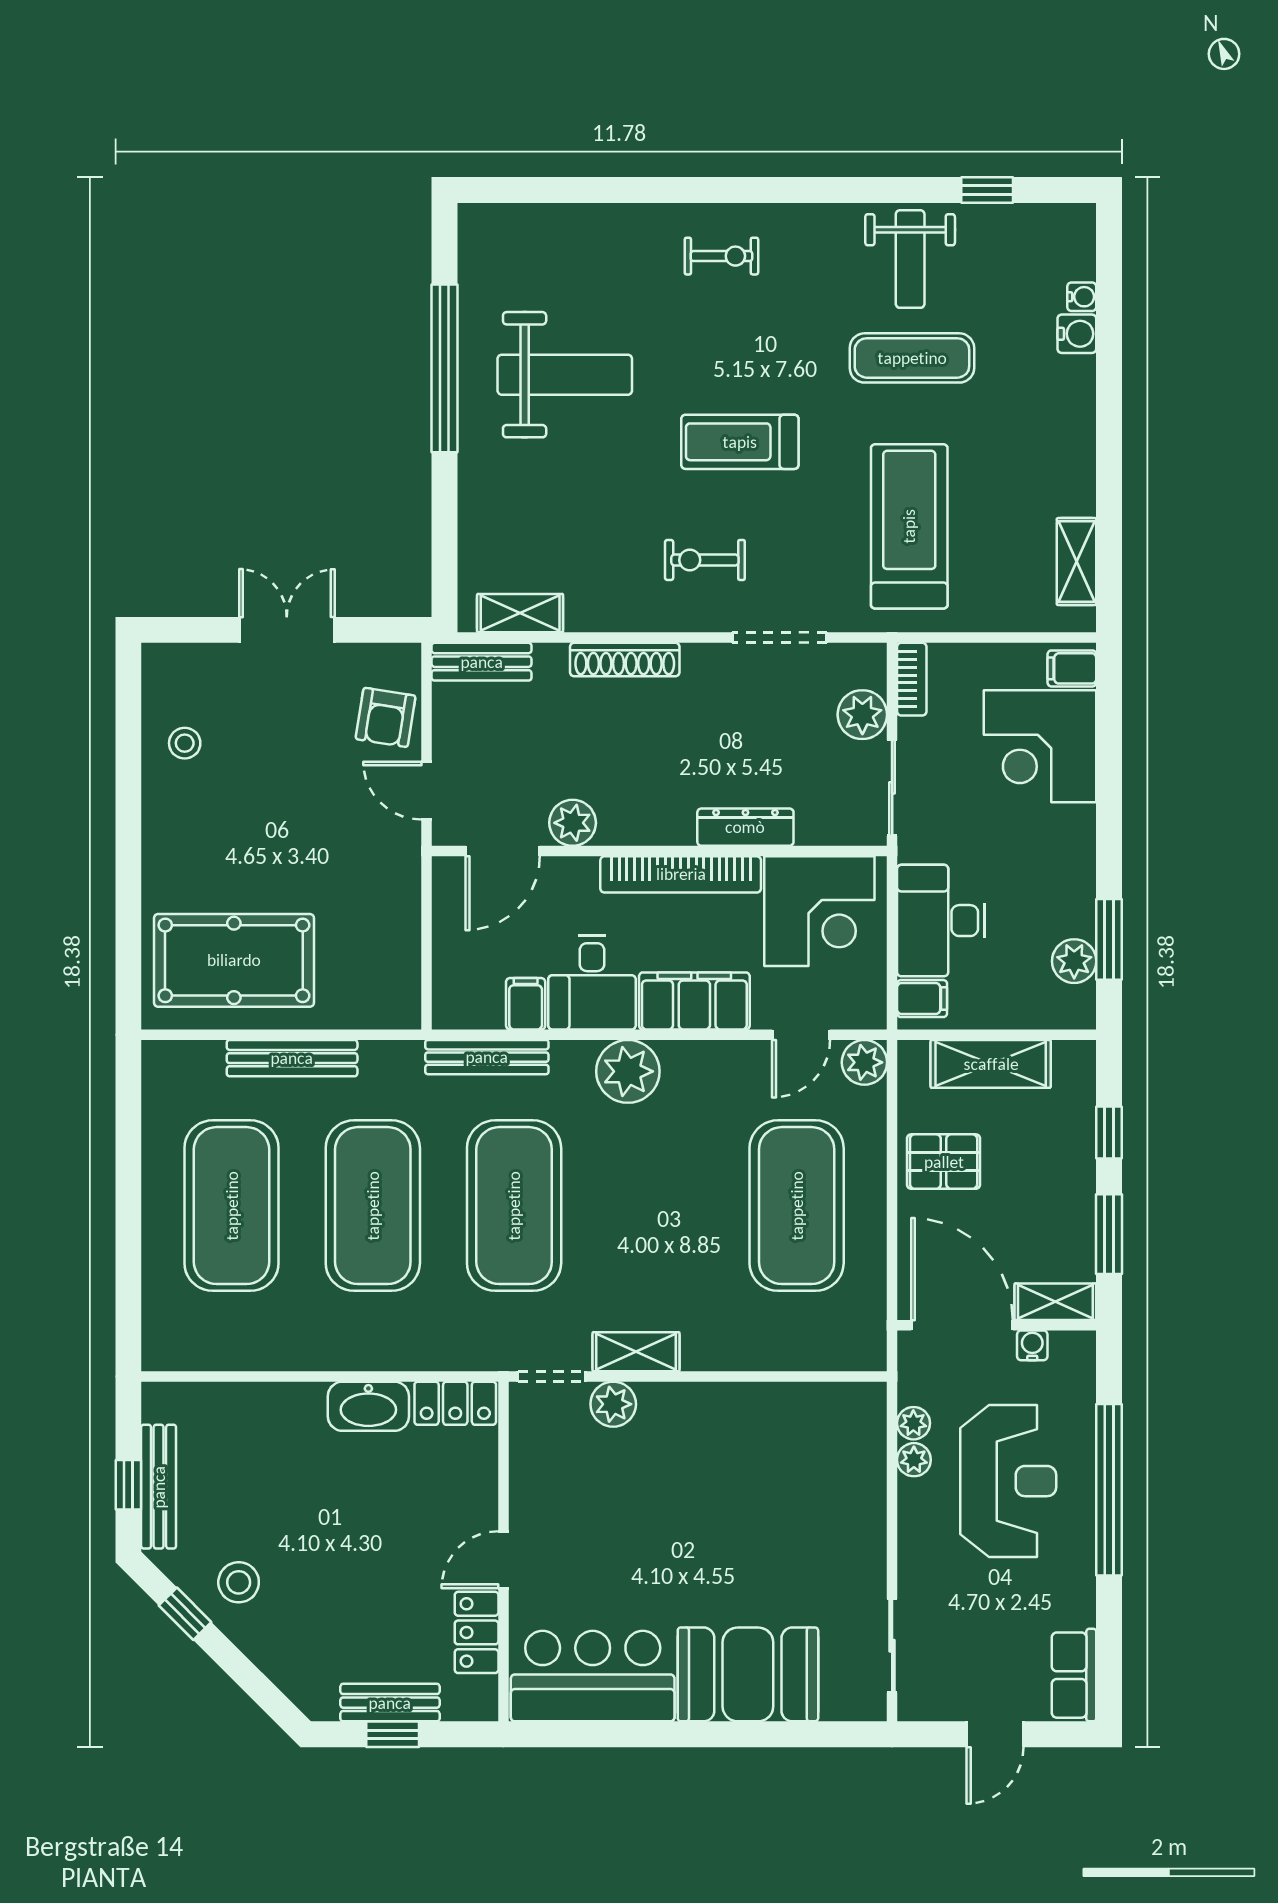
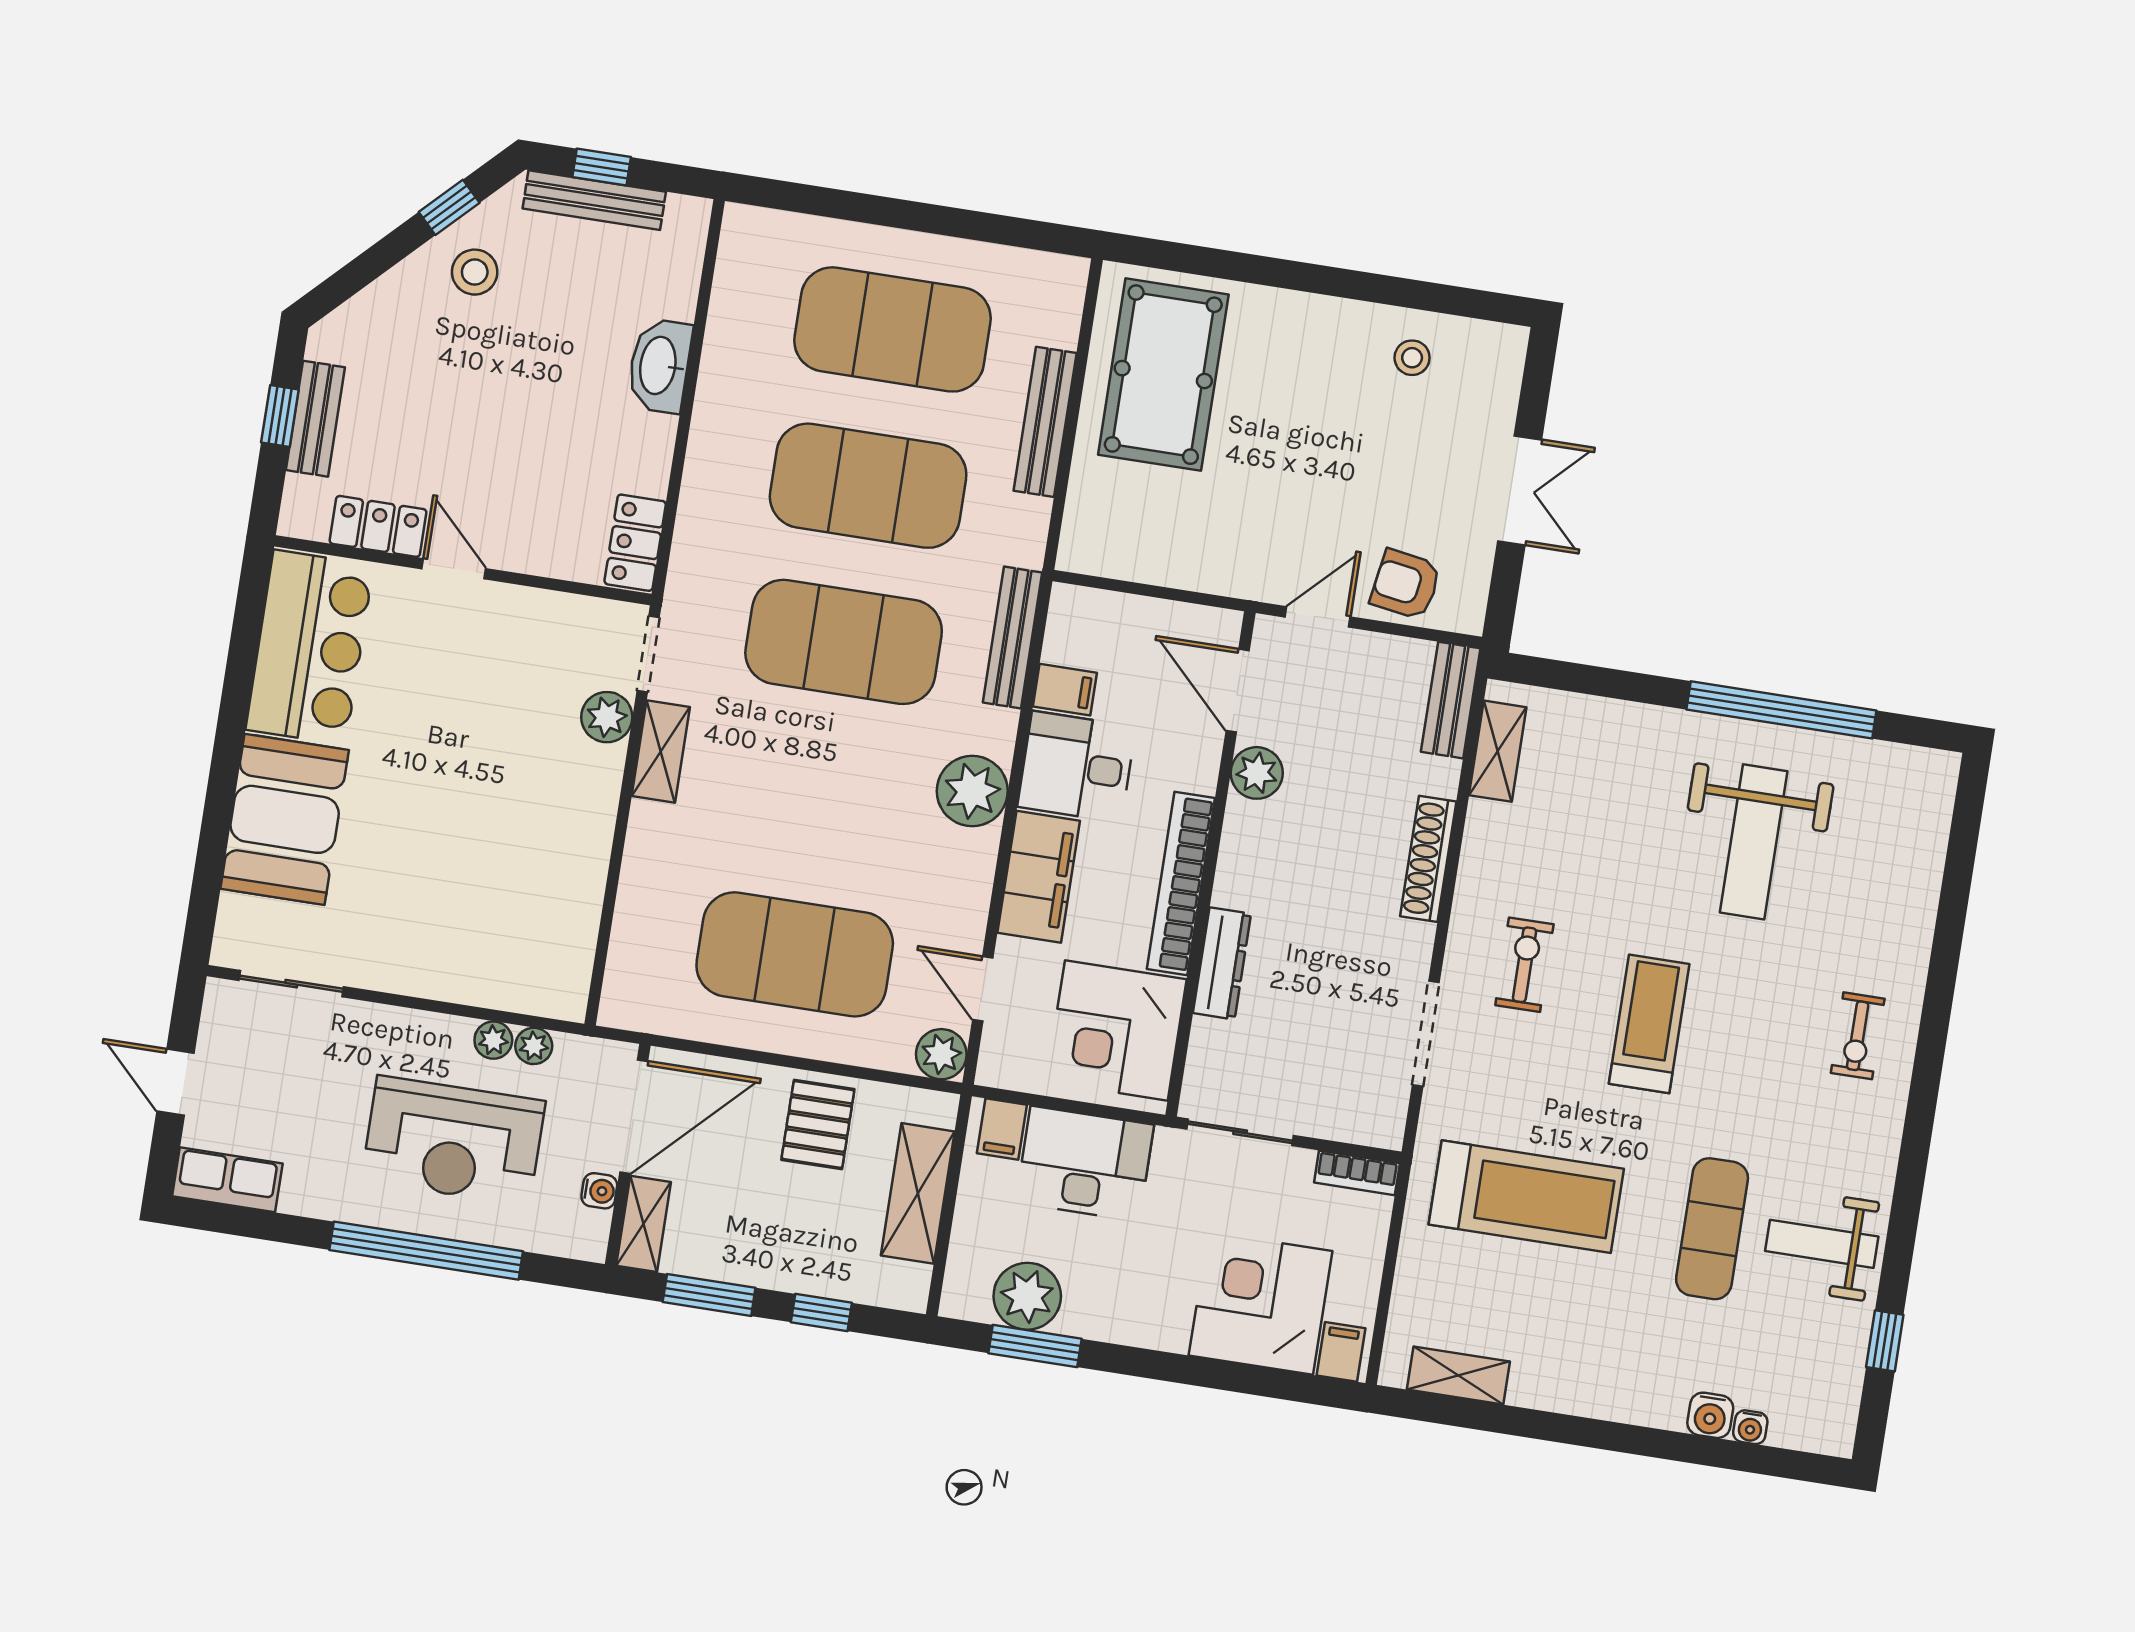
plant: (862, 715) -> (1326, 1112), removed
plant: (1074, 961) -> (1027, 1296), width x1.36, depth x1.36
washbasin: (368, 1406) -> (659, 366), moved

